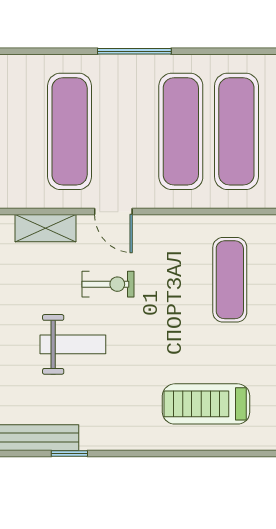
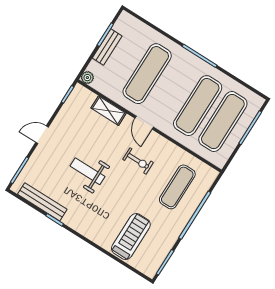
exercise bike: (108, 284) -> (138, 161), moved
weight bench: (73, 344) -> (88, 171), turned 180
treadmill: (206, 404) -> (131, 236), turned 90

